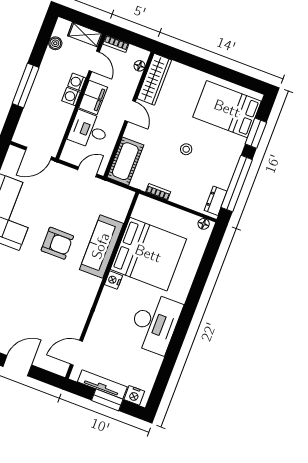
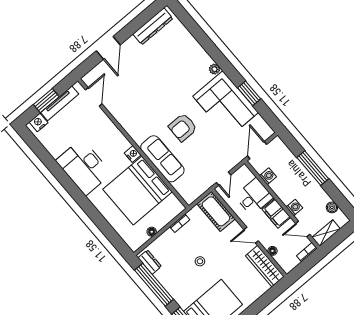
floor lamp: (140, 66) -> (272, 251), moved
washing machine: (71, 97) -> (268, 176), moved
floor lamp: (204, 224) -> (152, 232), moved

